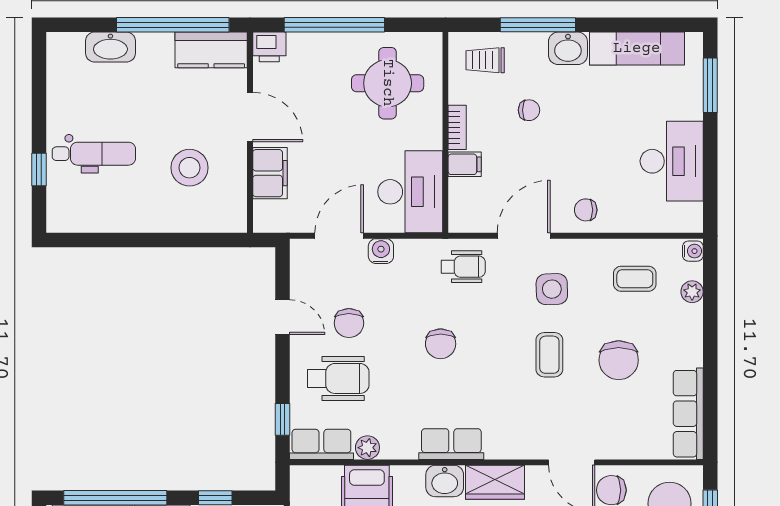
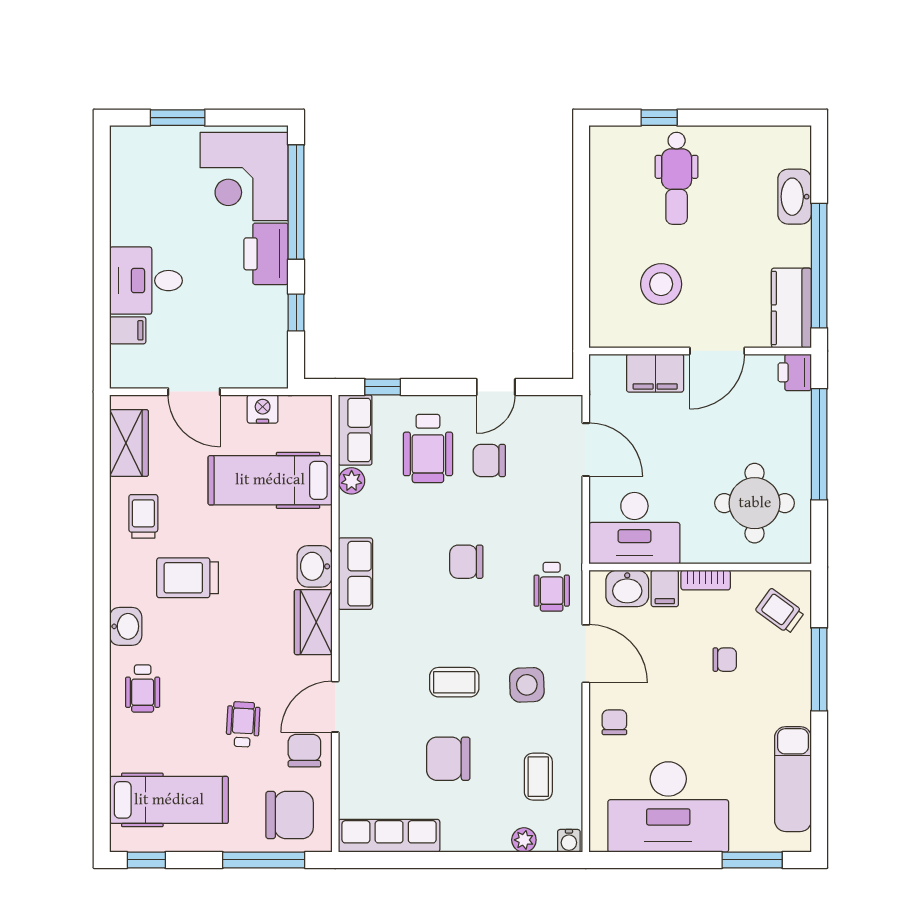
washbasin: (568, 48) -> (627, 588), moved, turned -90
trolley: (485, 60) -> (780, 611), turned -54
chair: (529, 110) -> (725, 660), turned -90
desk: (672, 161) -> (668, 807), width x1.36, depth x1.30
water cooler: (381, 251) -> (569, 496), removed

